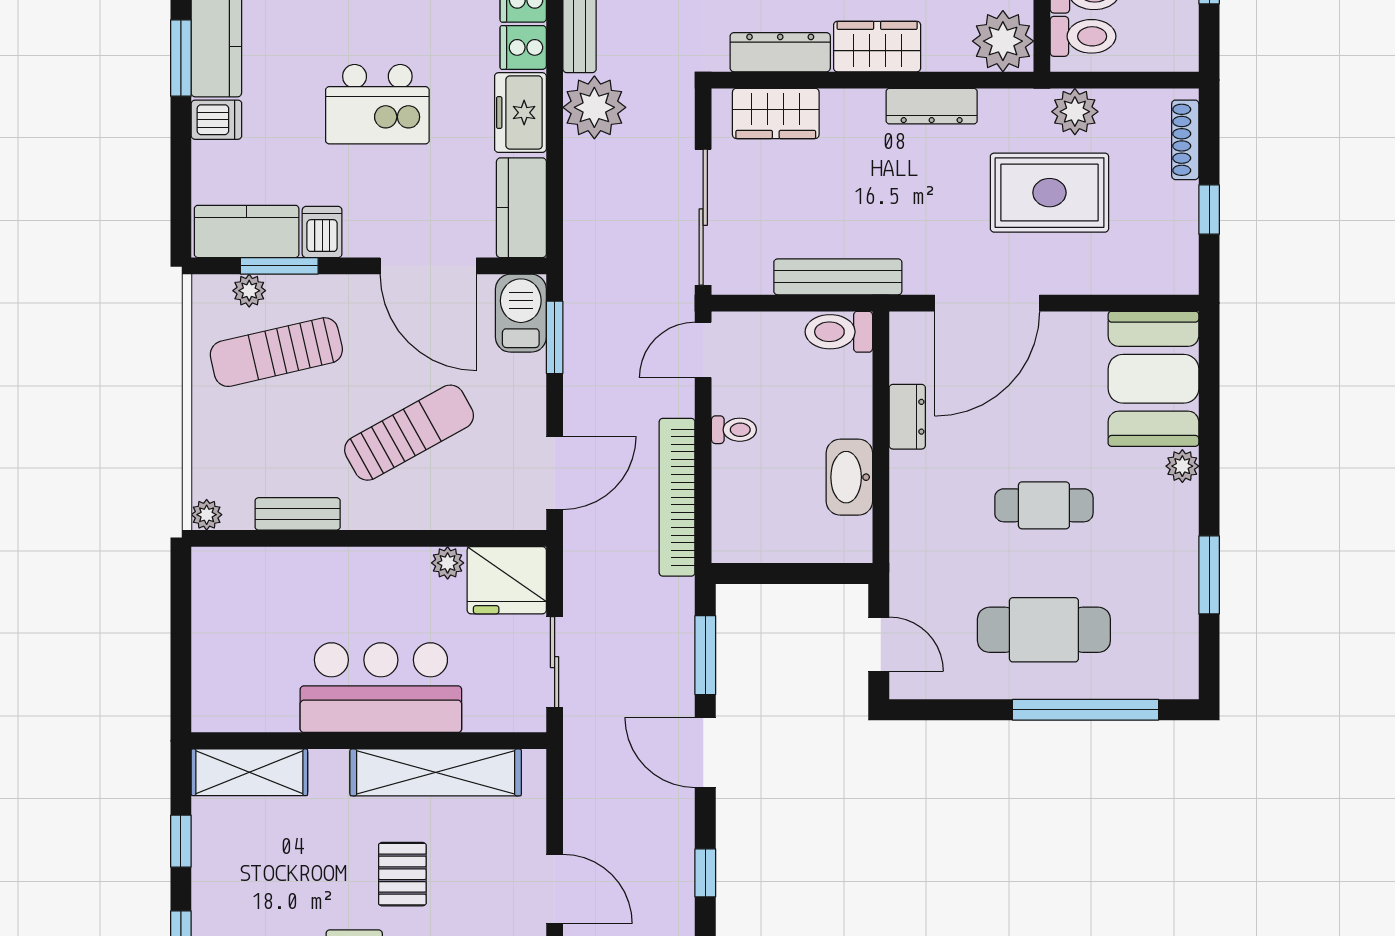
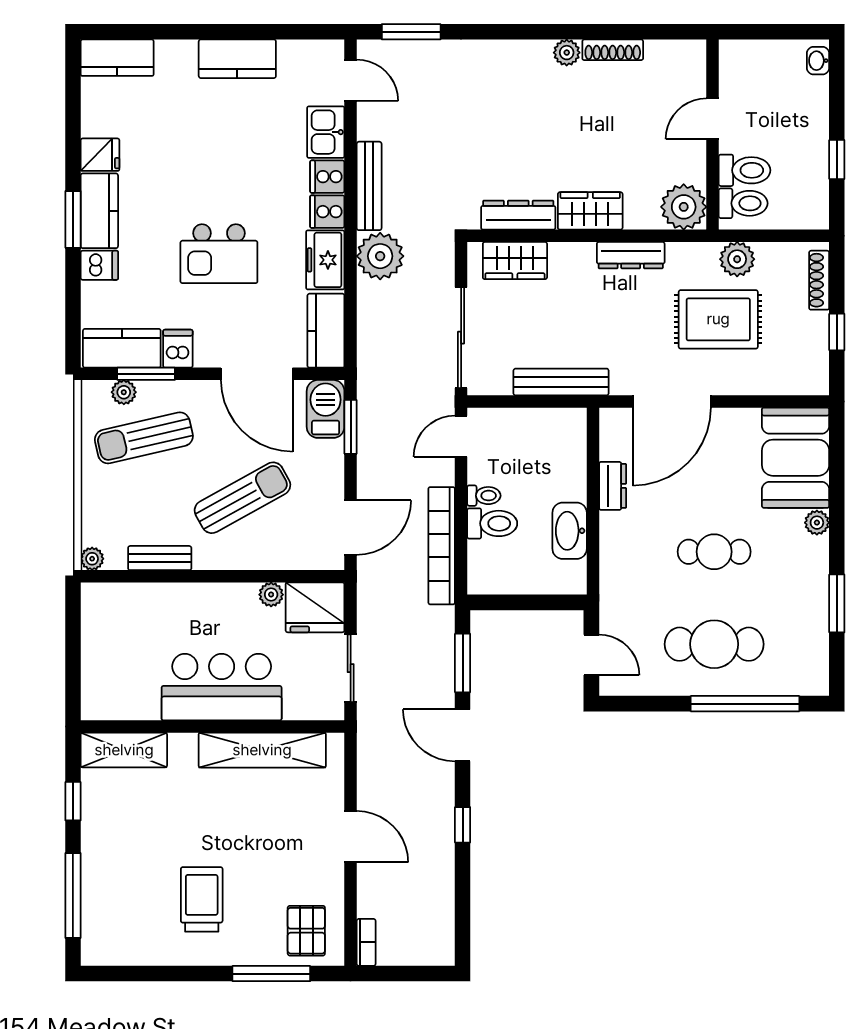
toilet: (839, 332) -> (492, 523), moved, turned 180
pallet: (402, 874) -> (237, 826), removed

